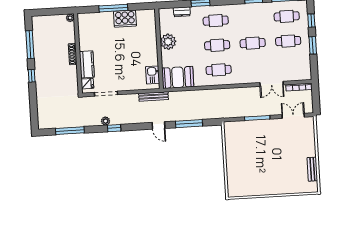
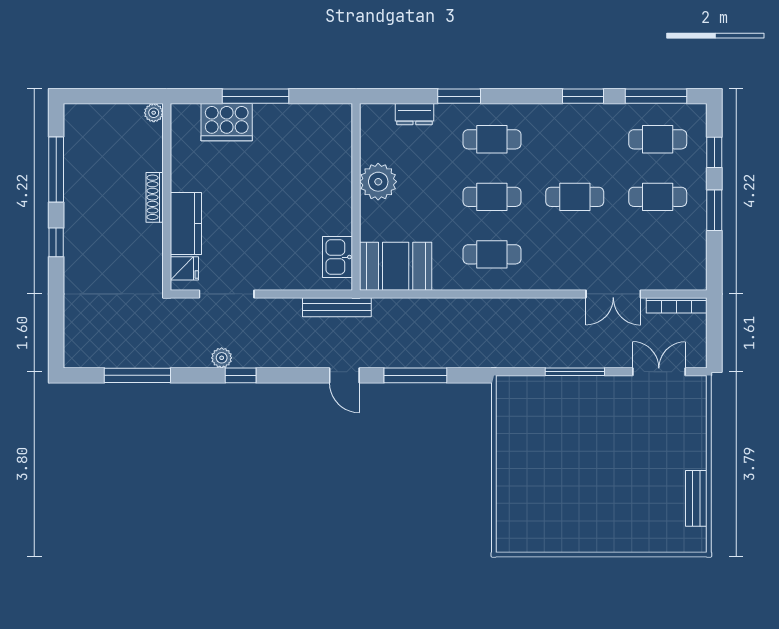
cooker: (125, 19) -> (227, 122), moved

